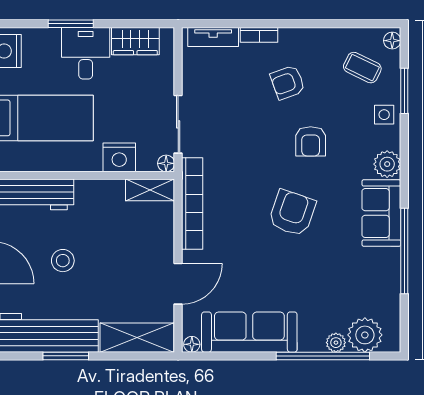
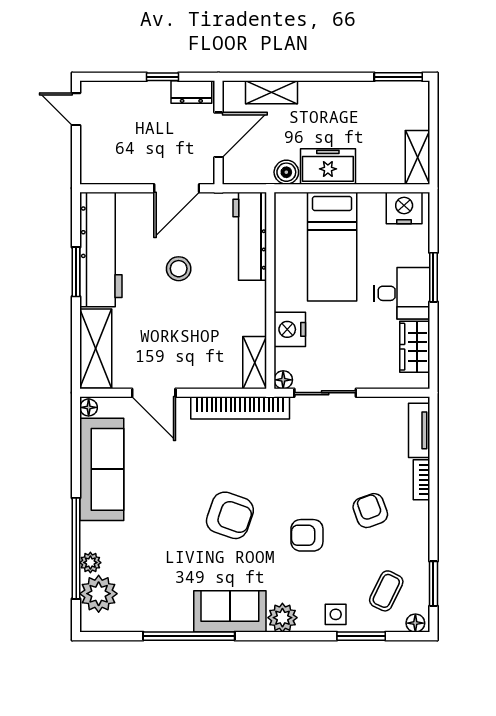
window: (356, 24) -> (433, 584), added

